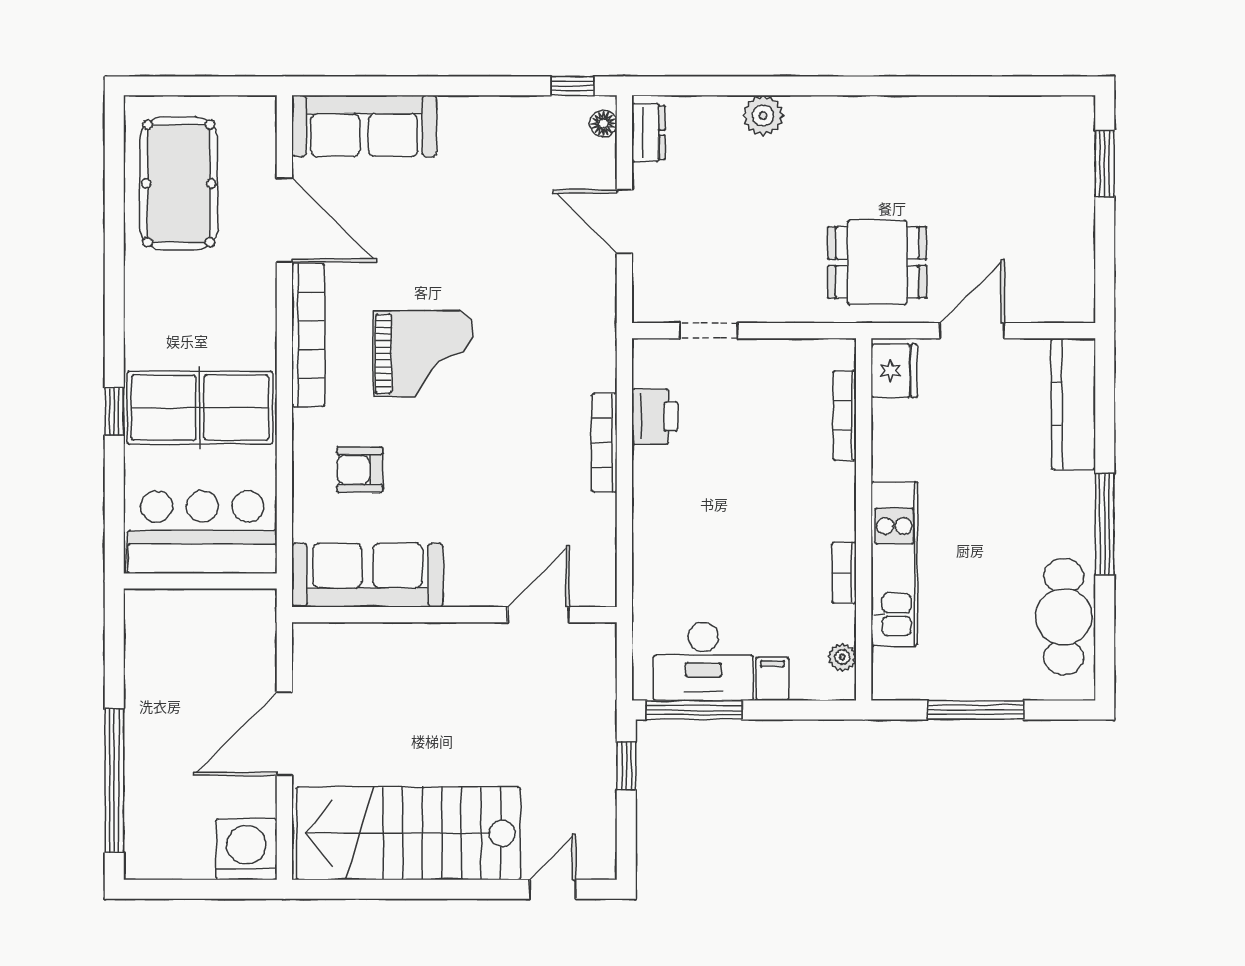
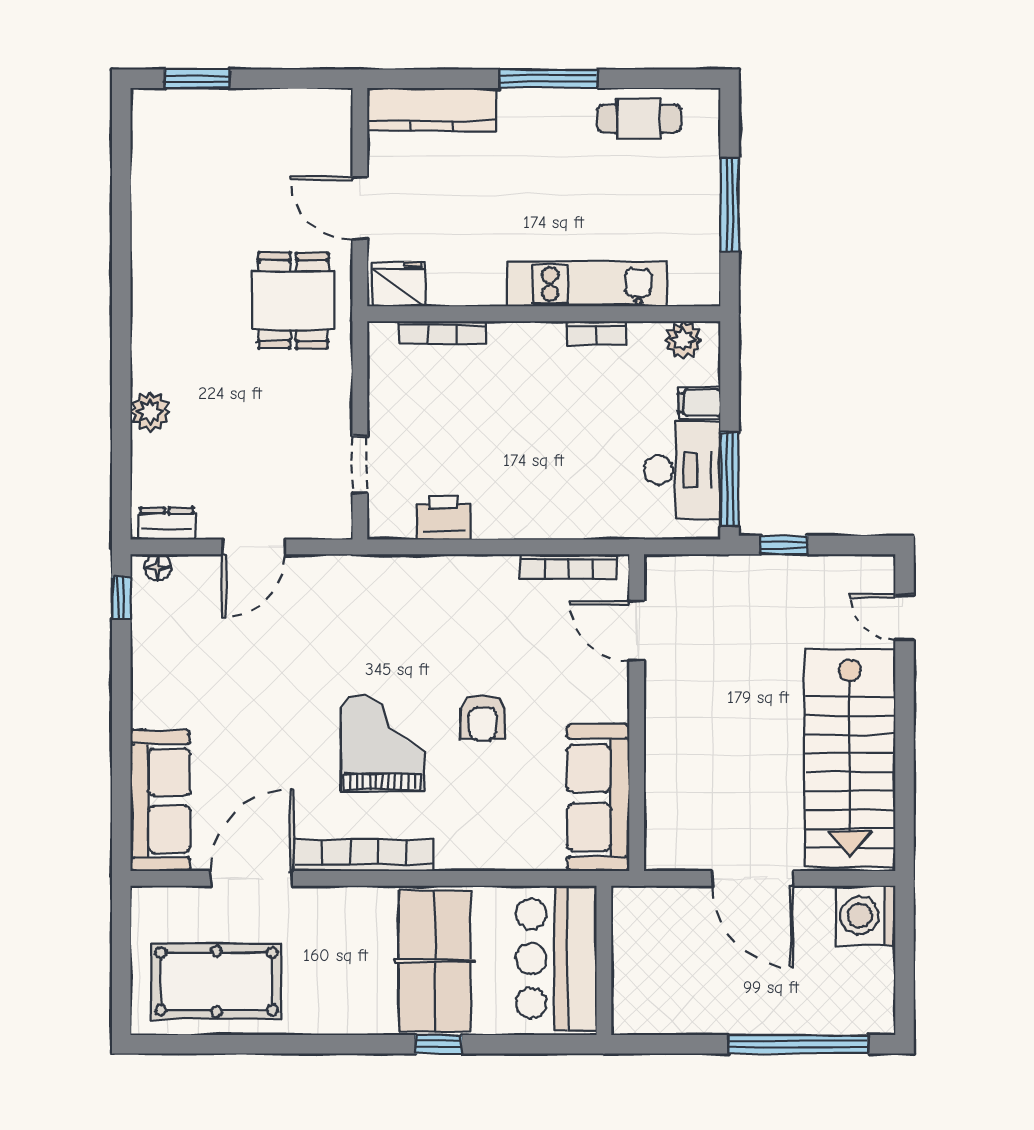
bookcase: (604, 443) -> (569, 567), moved
armchair: (360, 470) -> (483, 717), moved
cafe table: (1064, 617) -> (639, 119), width x0.73, depth x0.74
plant: (842, 657) -> (683, 340), width x1.38, depth x1.38

